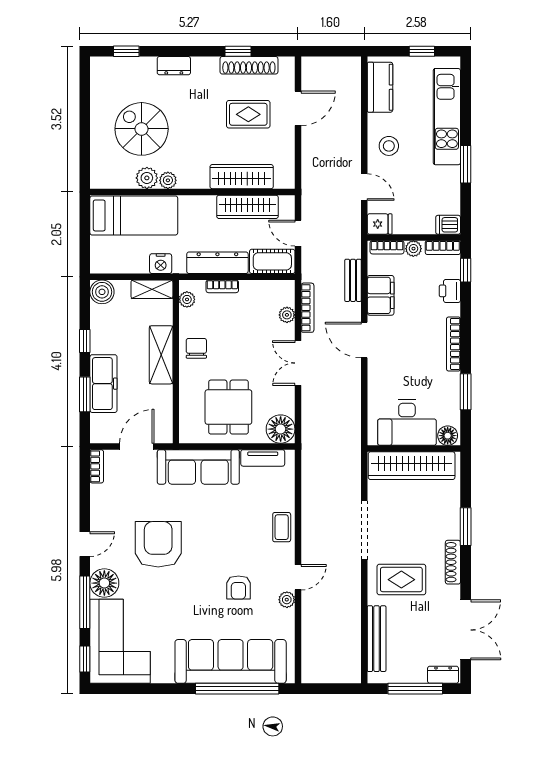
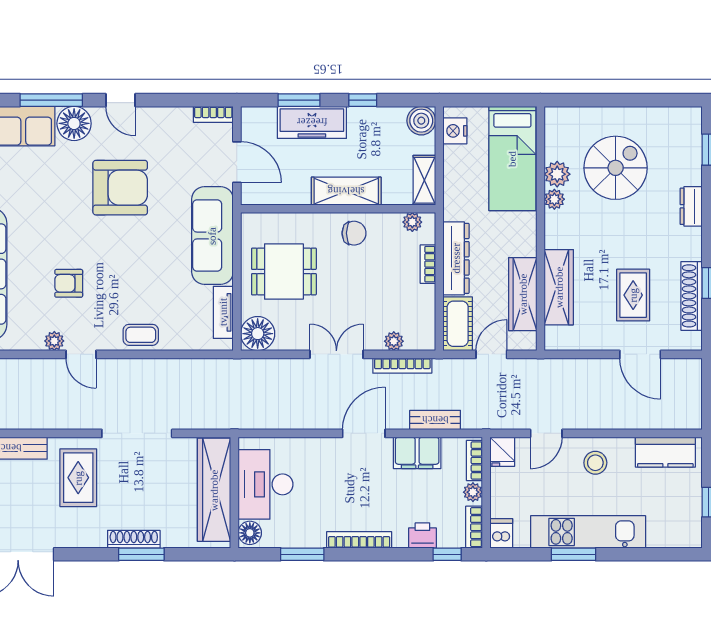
kitchen unit: (447, 117) -> (588, 532), moved
nightstand: (161, 264) -> (455, 131), moved
shoe rack: (453, 562) -> (134, 539), moved

